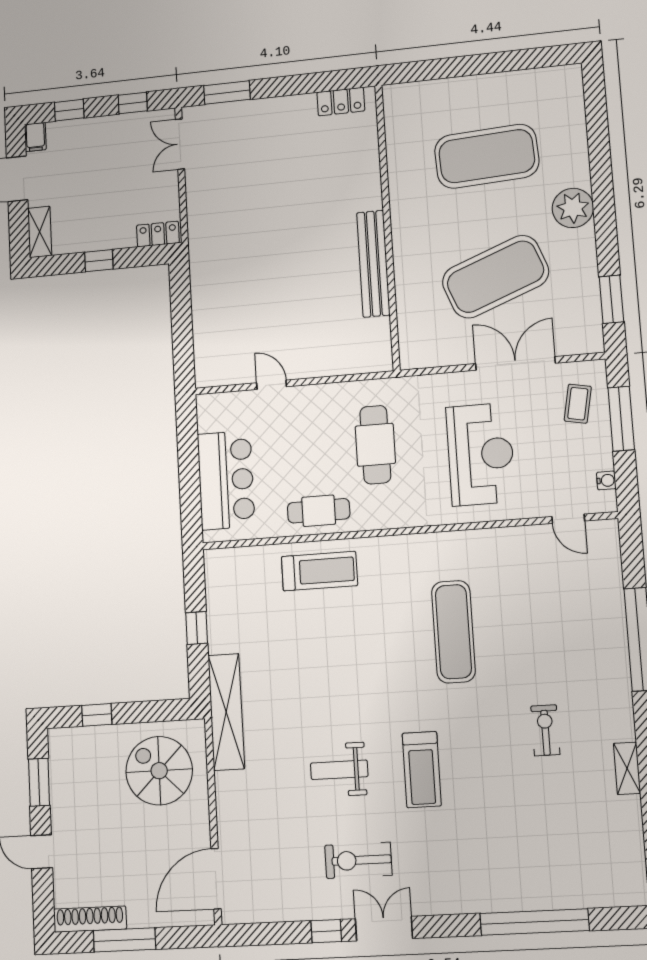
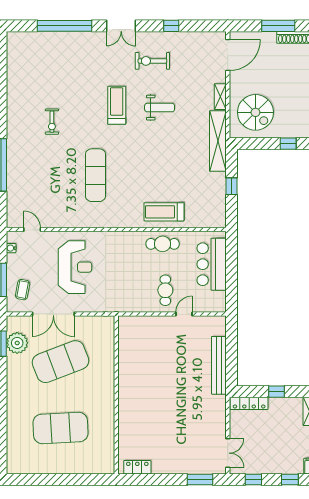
plant: (573, 208) -> (17, 343), moved
locker: (158, 234) -> (249, 403), width x1.53
bench: (373, 264) -> (219, 365), moved
door: (272, 385) -> (184, 314), swing flipped
cafe table: (375, 445) -> (165, 290), moved, width x0.73, depth x0.74
reception desk: (481, 454) -> (75, 267), turned 180
shelving: (627, 768) -> (220, 97), moved
exercise bike: (358, 860) -> (152, 61), turned 180
double door: (384, 929) -> (121, 26), moved

